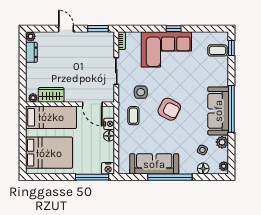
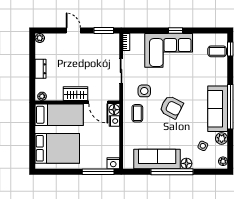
dresser: (31, 52) -> (41, 69), moved
wardrobe: (51, 95) -> (75, 94), moved
floor lamp: (109, 136) -> (114, 110), moved
floor lamp: (203, 169) -> (186, 163), moved

